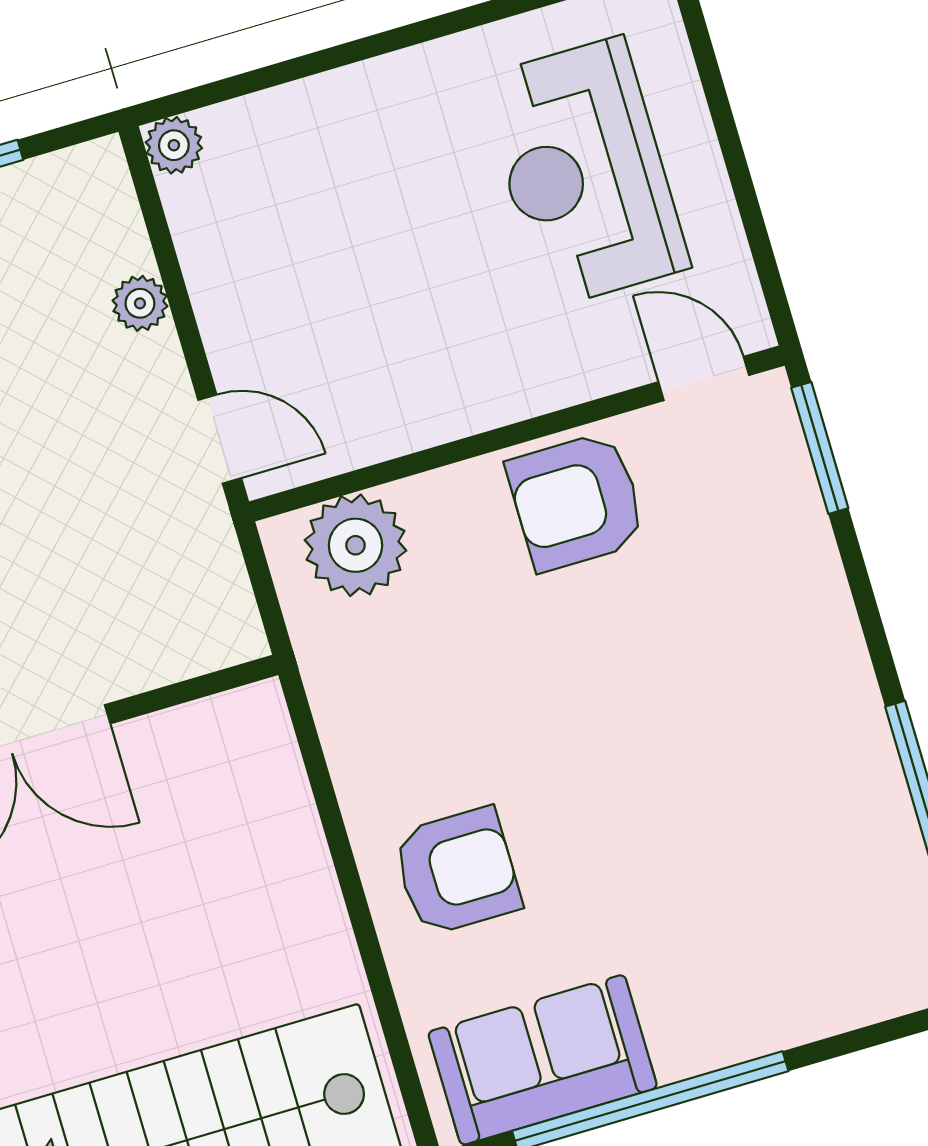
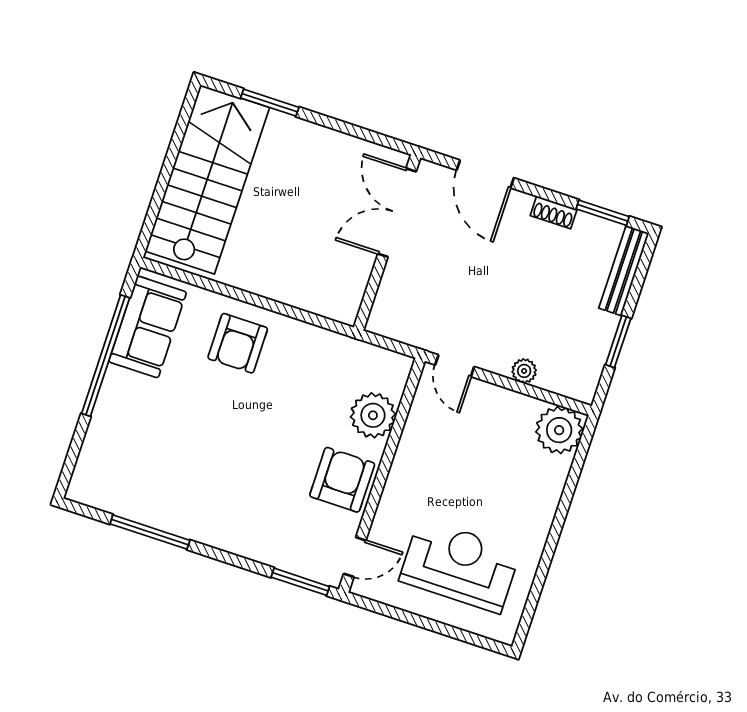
plant: (174, 145) -> (559, 430), width x1.87, depth x1.87
door: (220, 439) -> (455, 366), hinge flipped
plant: (356, 545) -> (373, 415), moved

